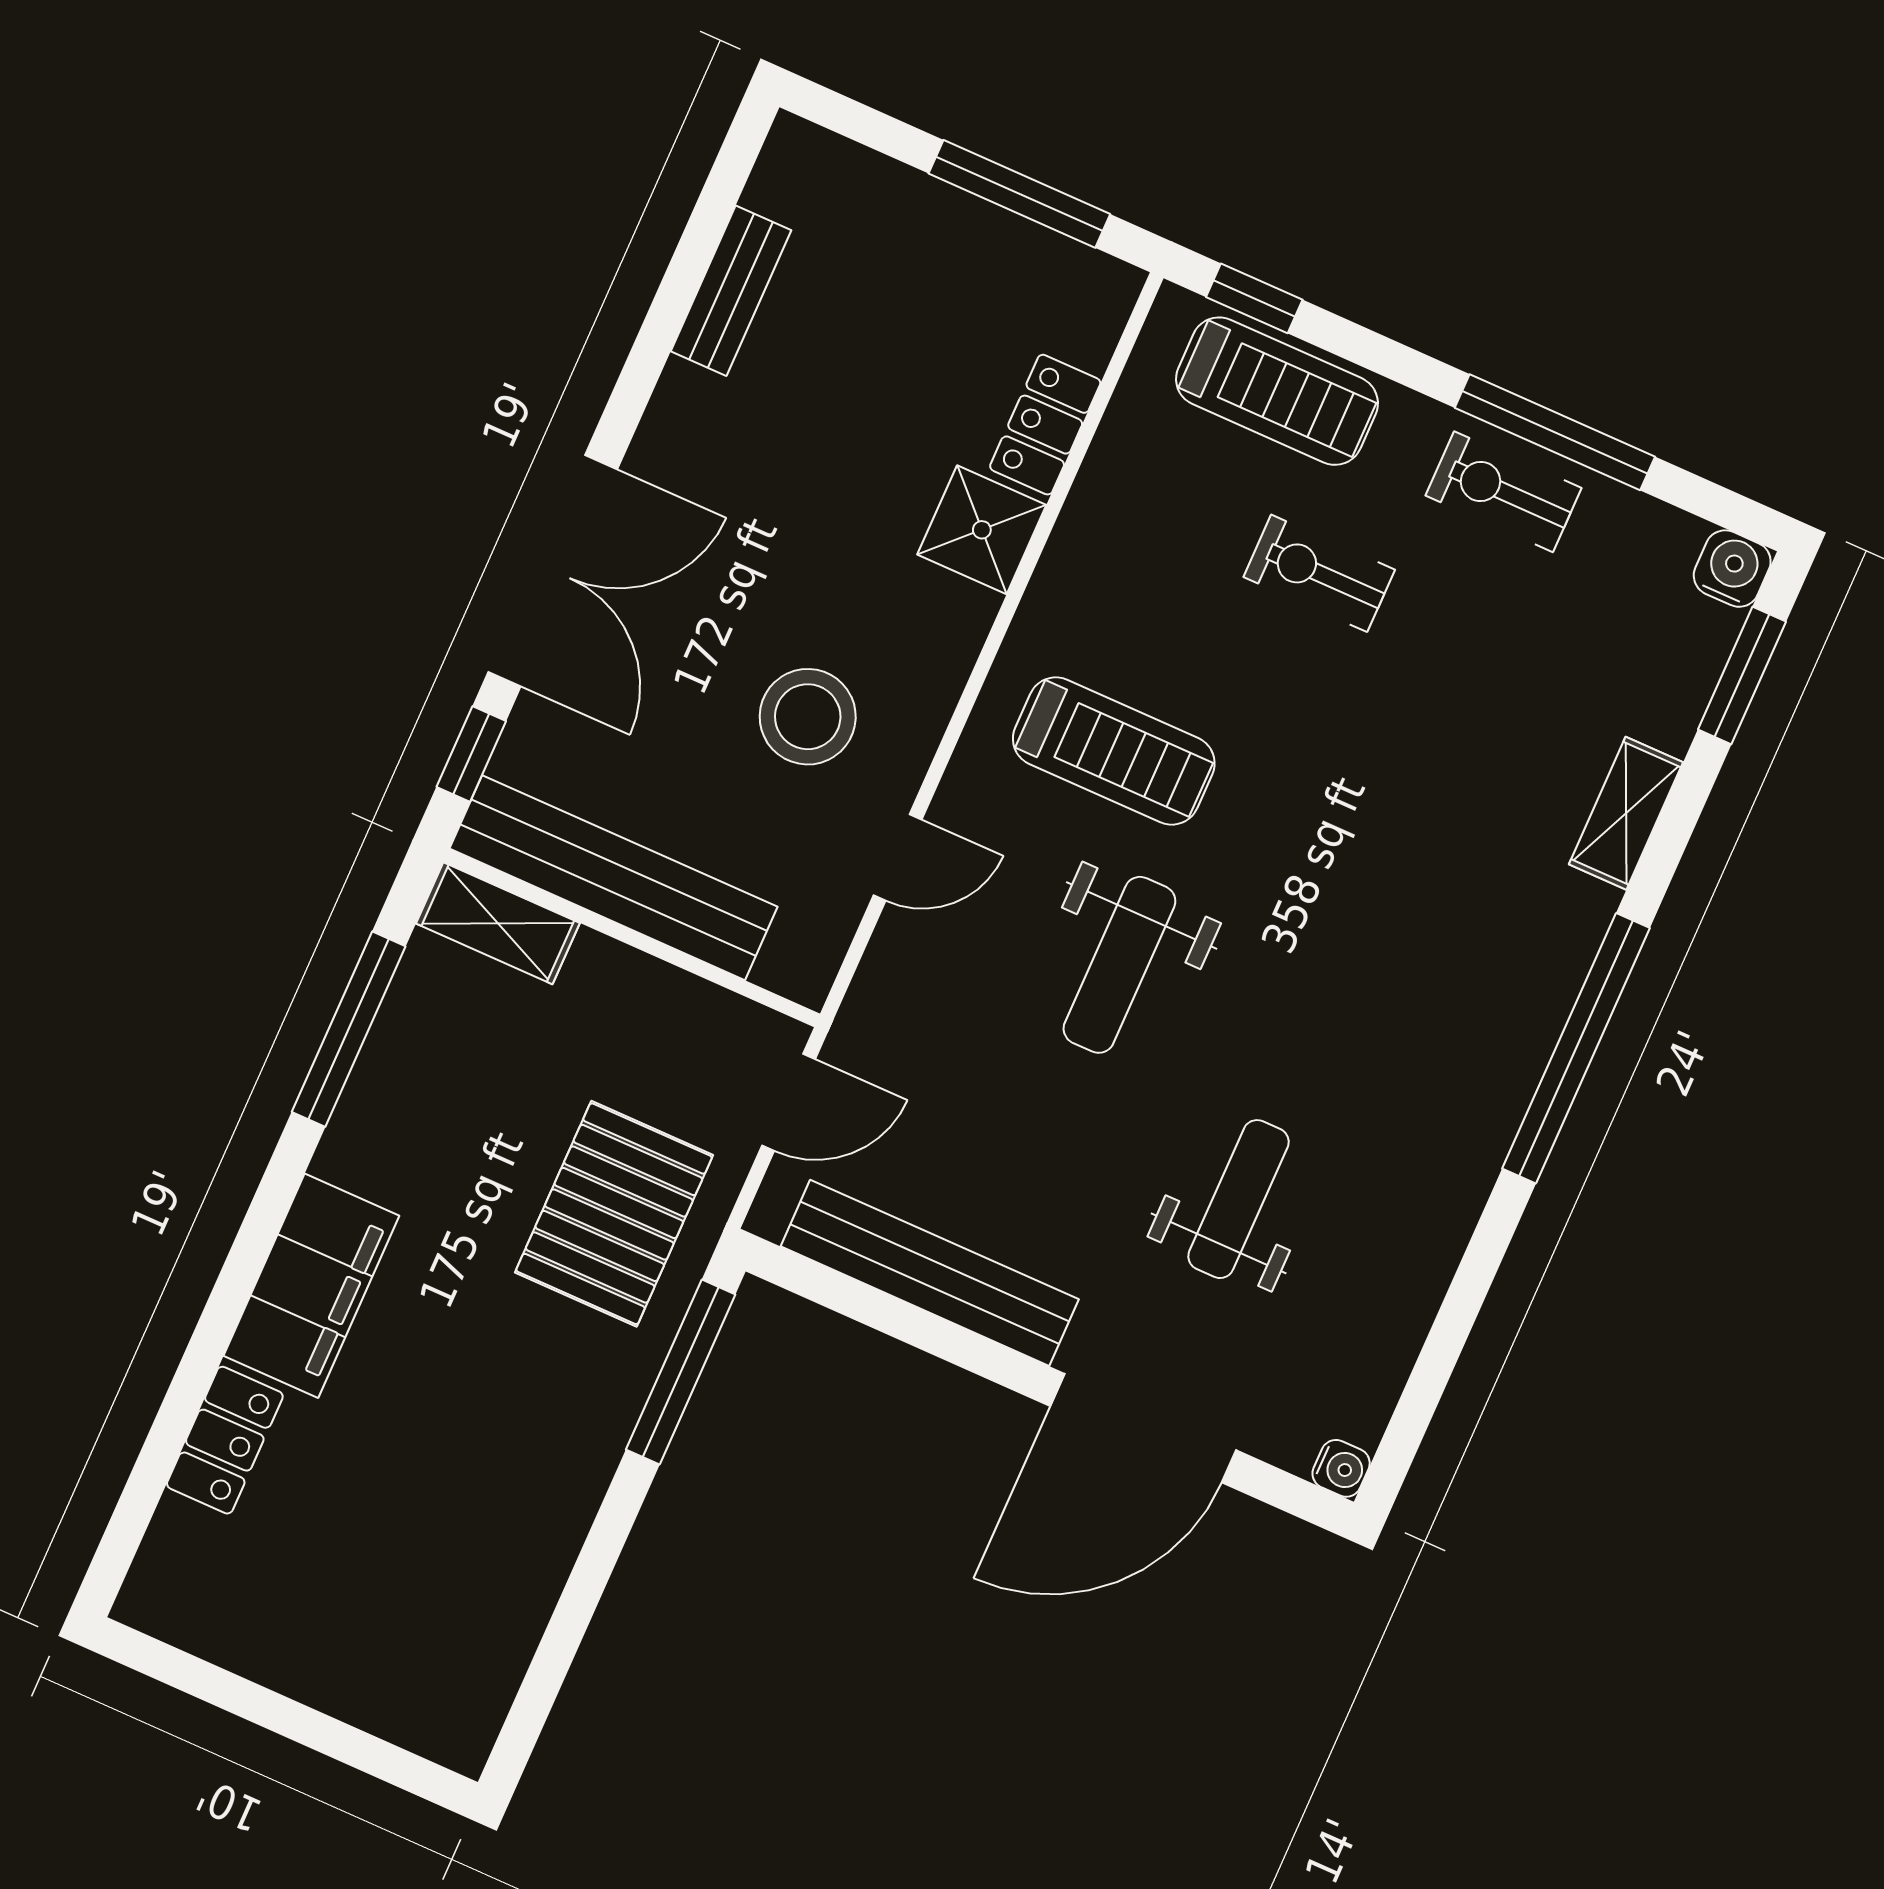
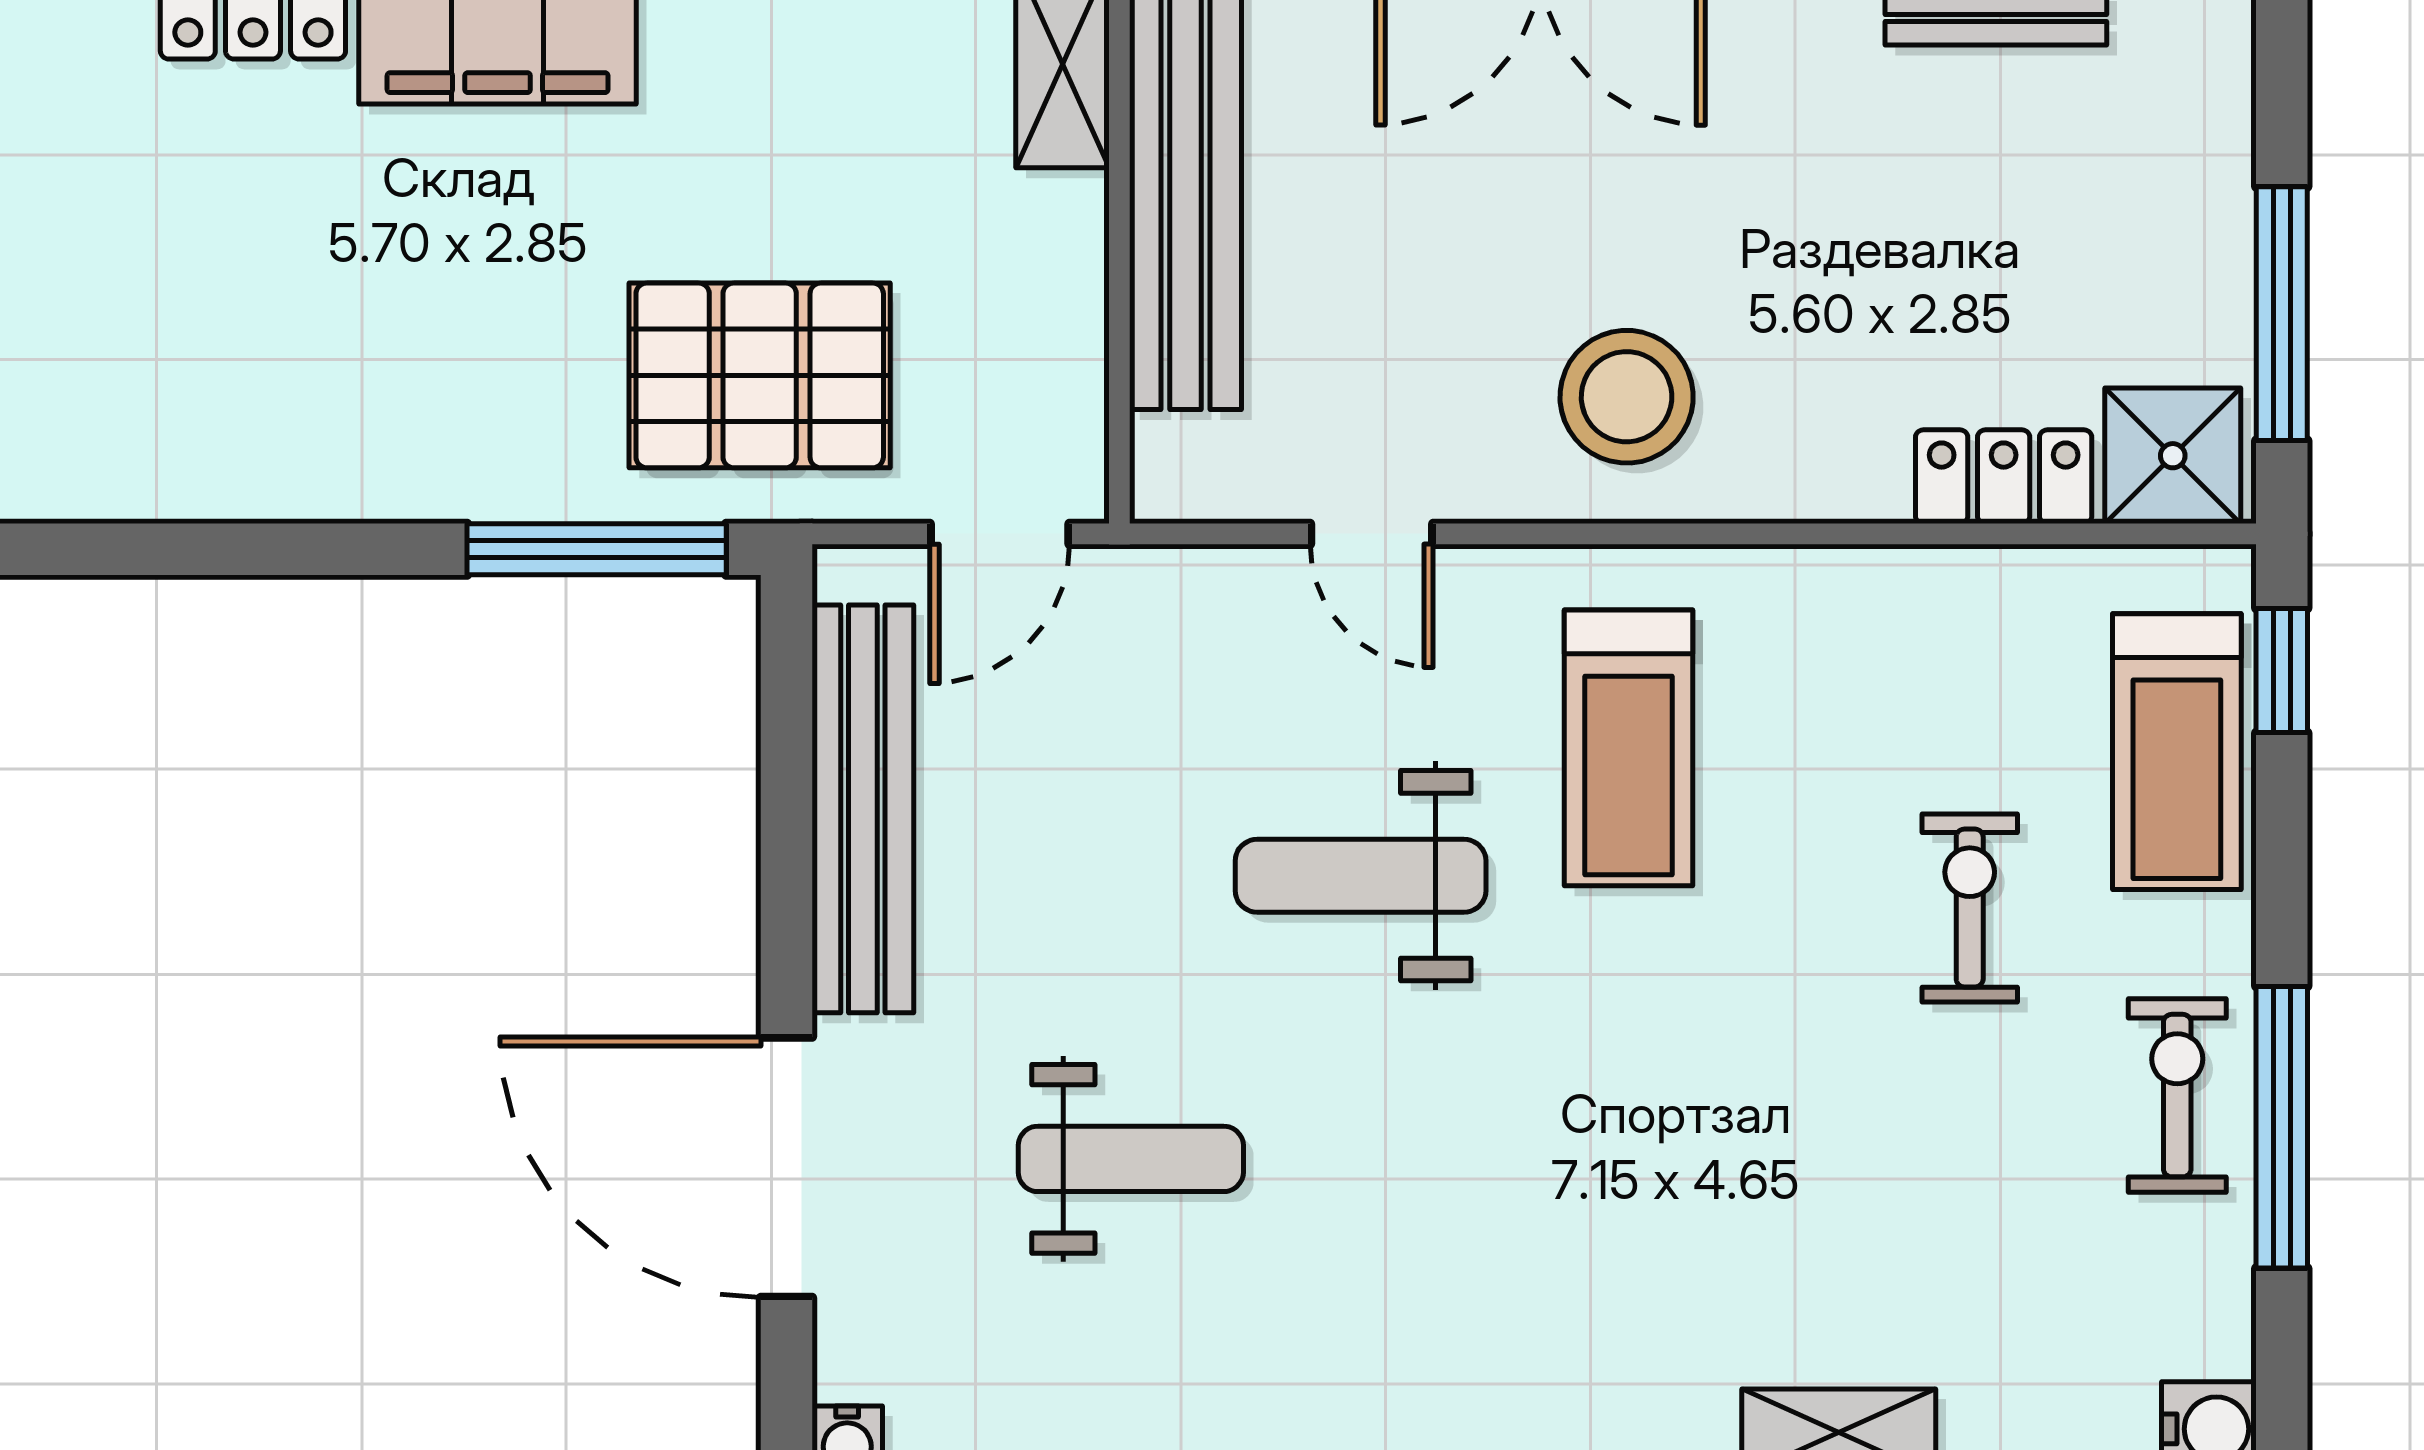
shower: (982, 530) -> (2173, 456), moved
stool: (808, 717) -> (1627, 397), moved
door: (789, 1102) -> (1000, 534), hinge flipped

